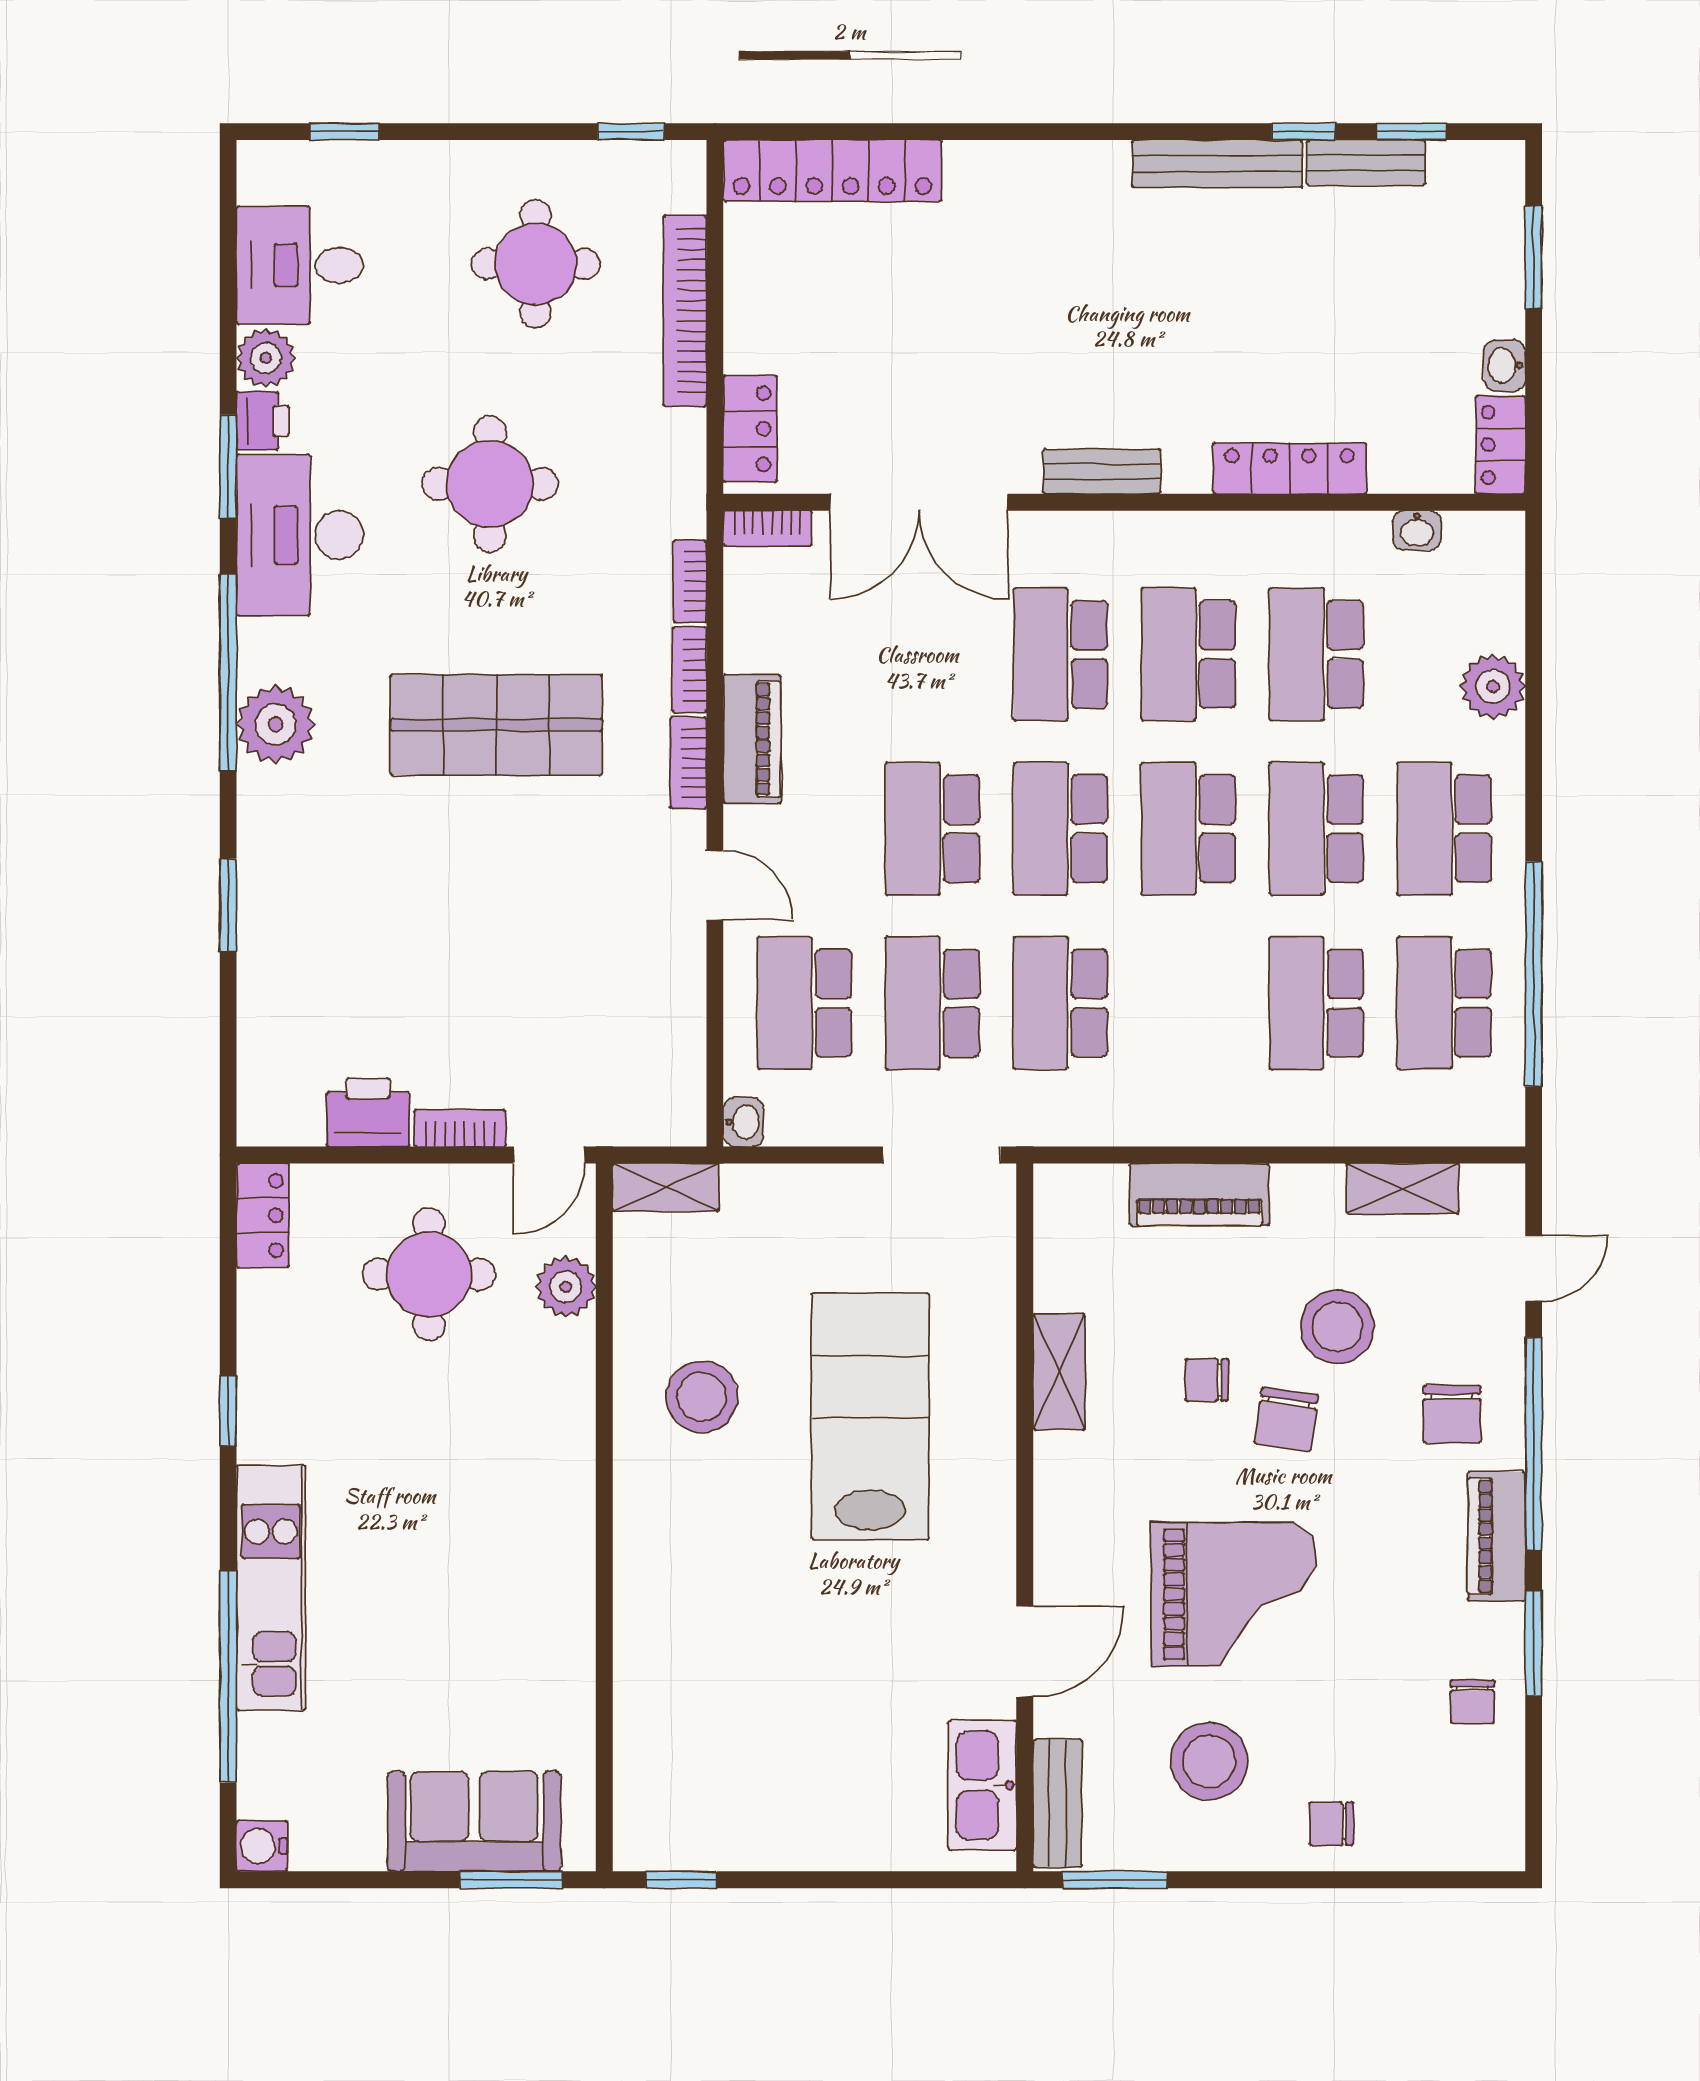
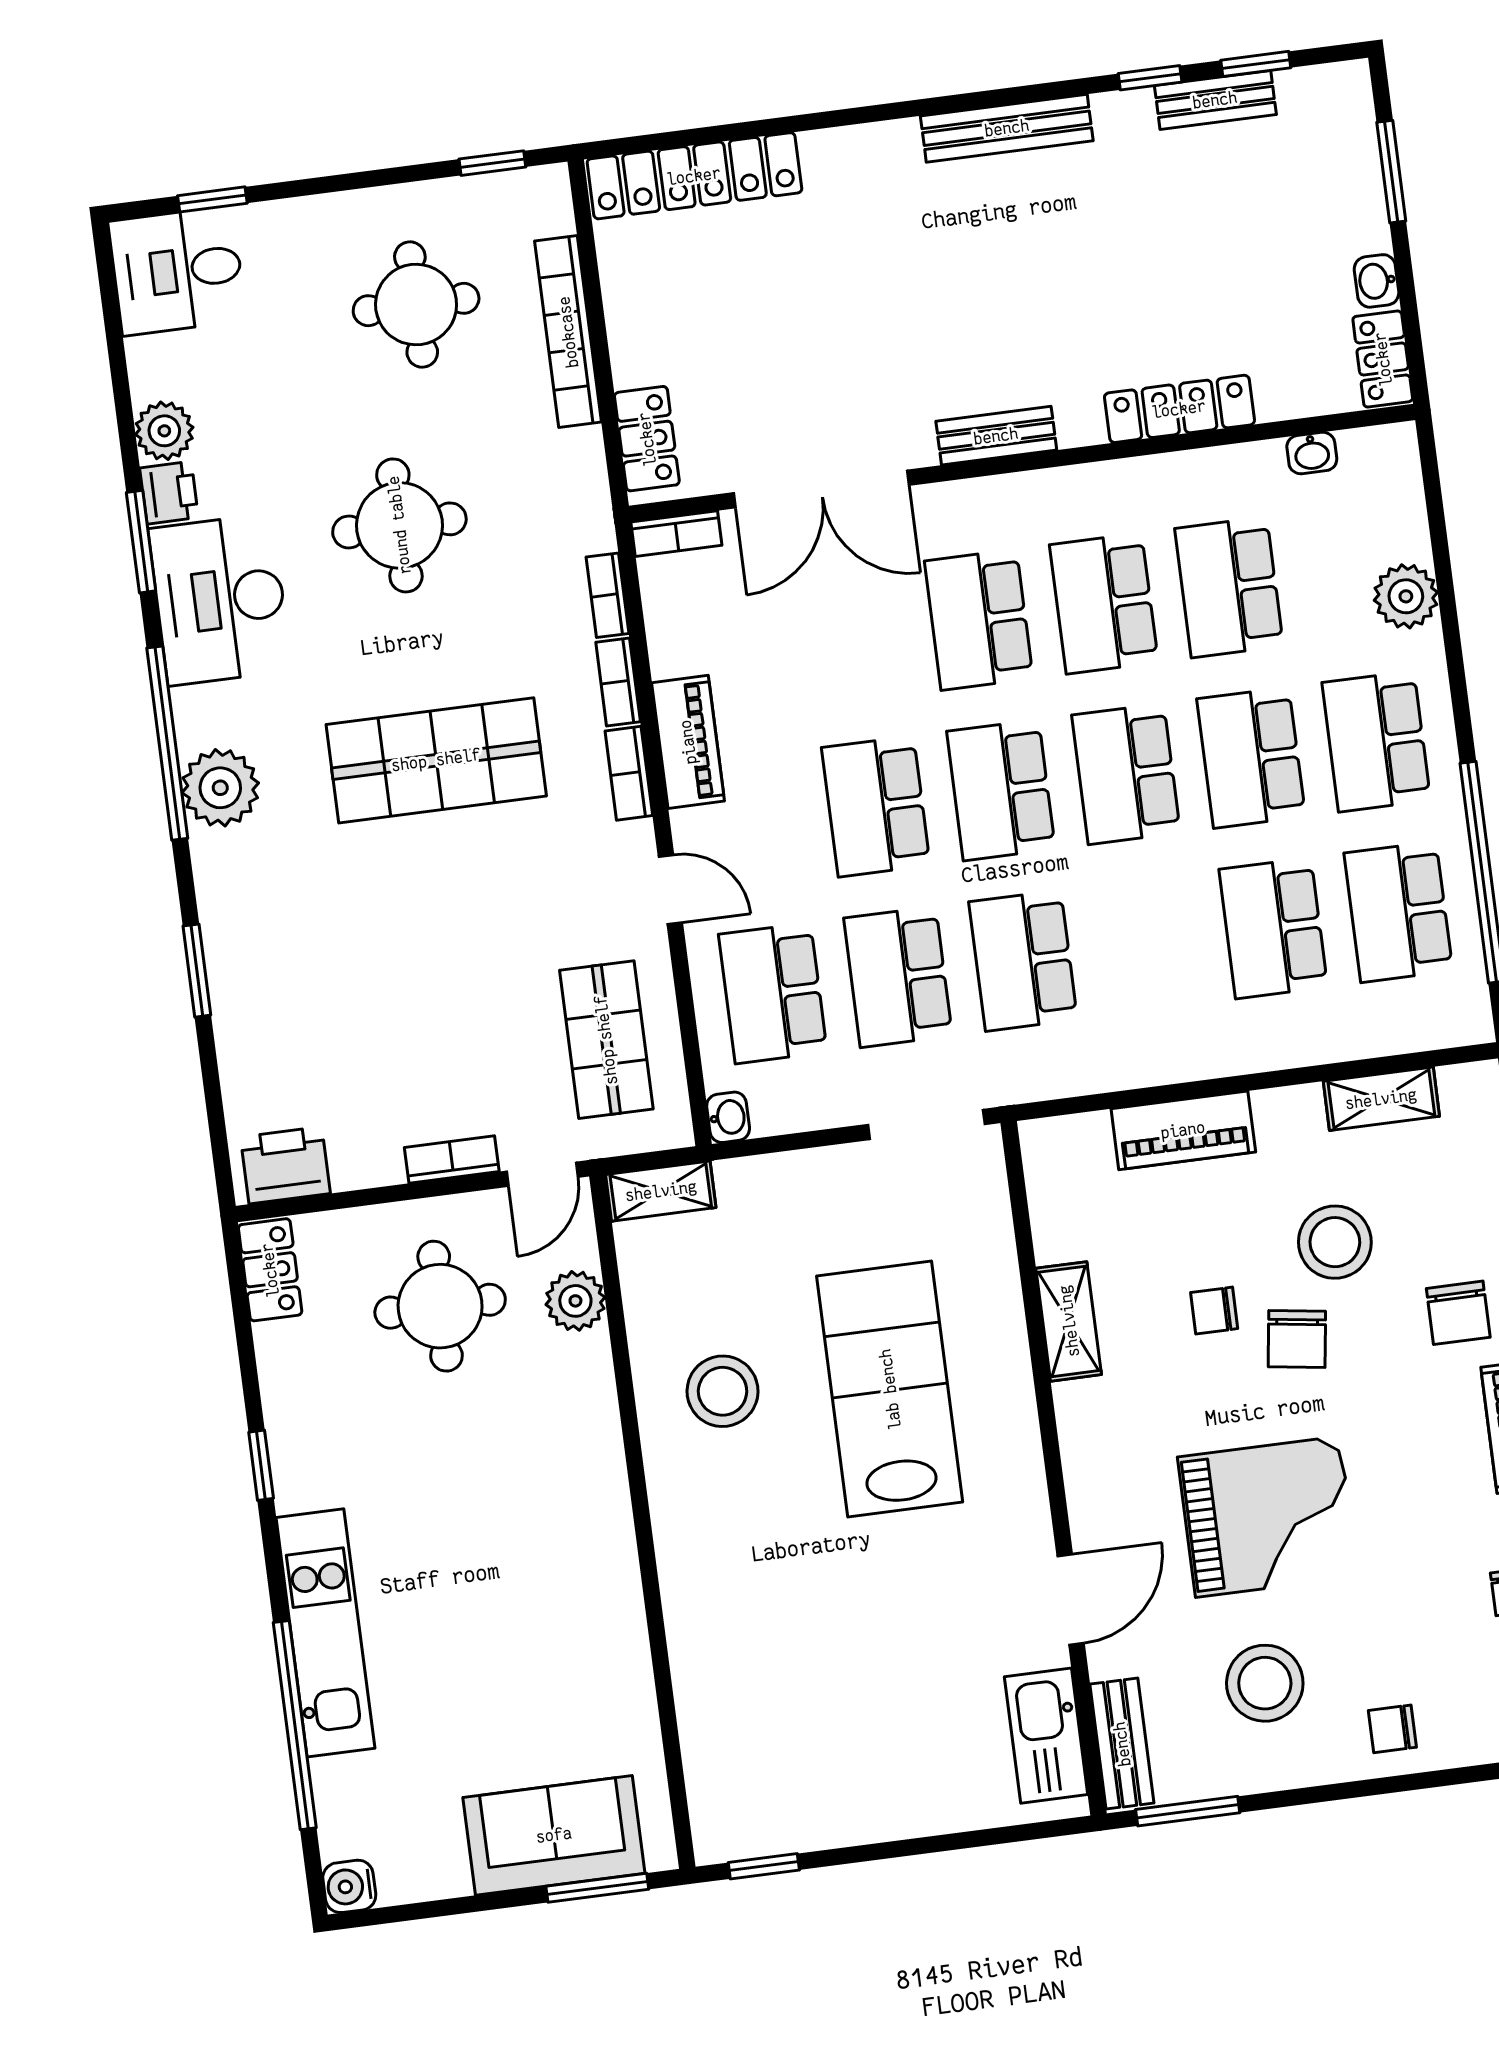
bench: (1217, 164) -> (1007, 128), moved
desk: (300, 265) -> (177, 271), moved
shop shelf: (631, 1028) -> (606, 1040), added
printer: (368, 1112) -> (285, 1165), moved

